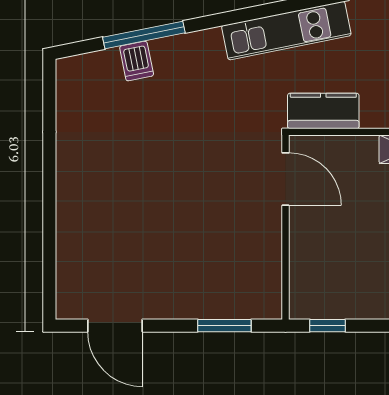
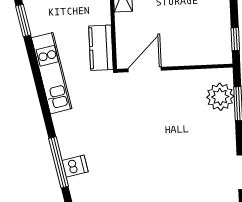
plant: (237, 297) -> (220, 97), added

